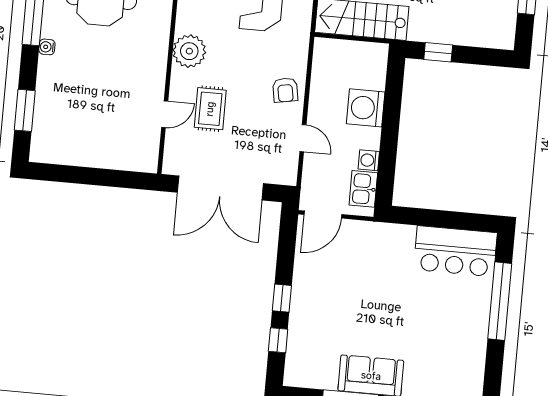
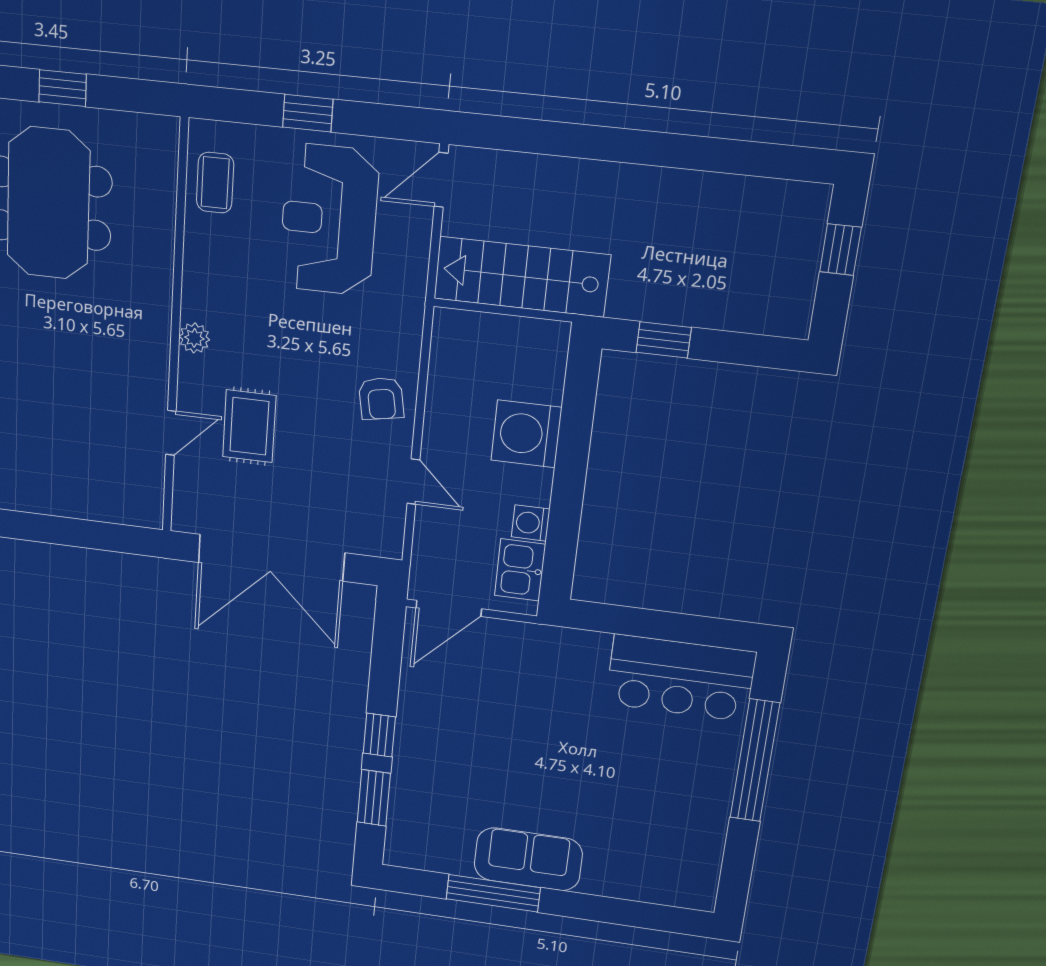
plant: (189, 51) -> (194, 338), width x0.53, depth x0.53
window: (278, 340) -> (374, 798), width x1.50

